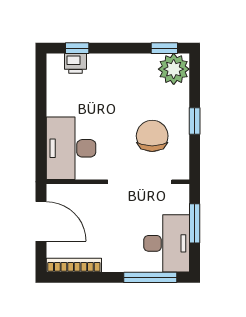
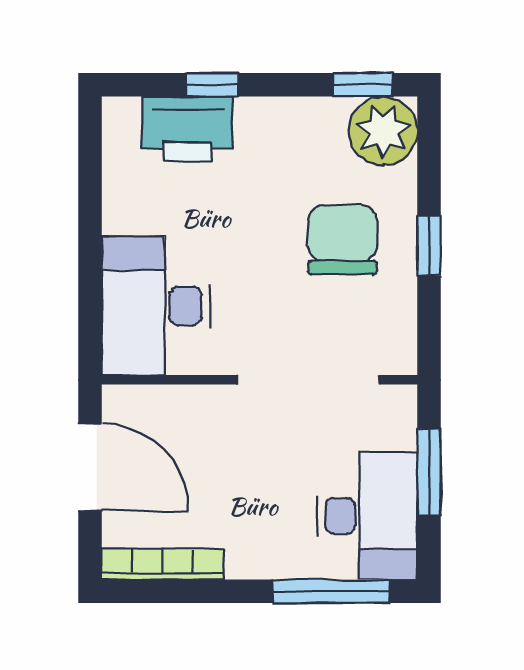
window: (77, 48) -> (212, 85), moved
printer: (75, 63) -> (187, 129), width x1.87, depth x1.48
chair: (152, 136) -> (343, 240), moved

